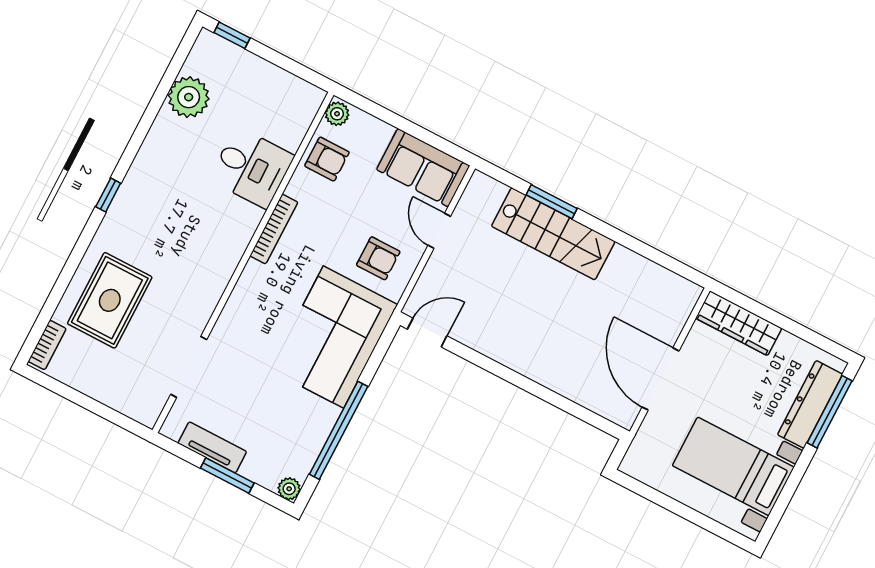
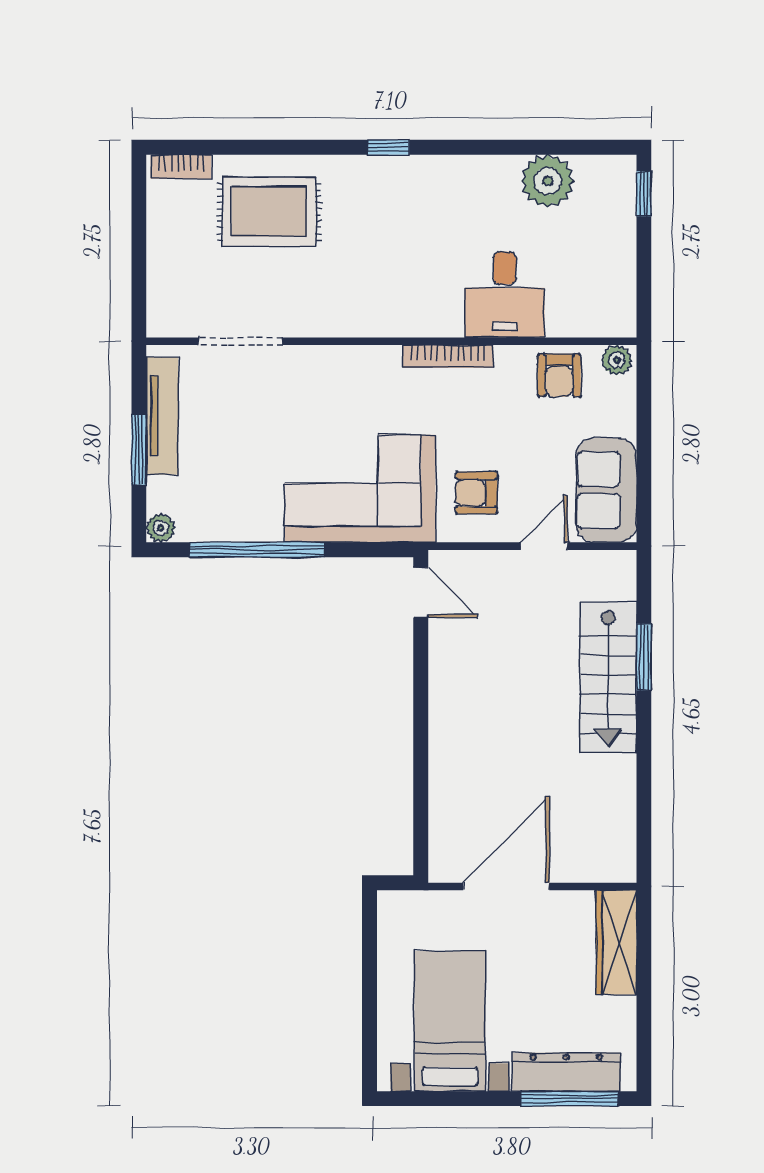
armchair: (378, 258) -> (476, 493), turned 90
tv unit: (212, 447) -> (162, 416), width x1.41

